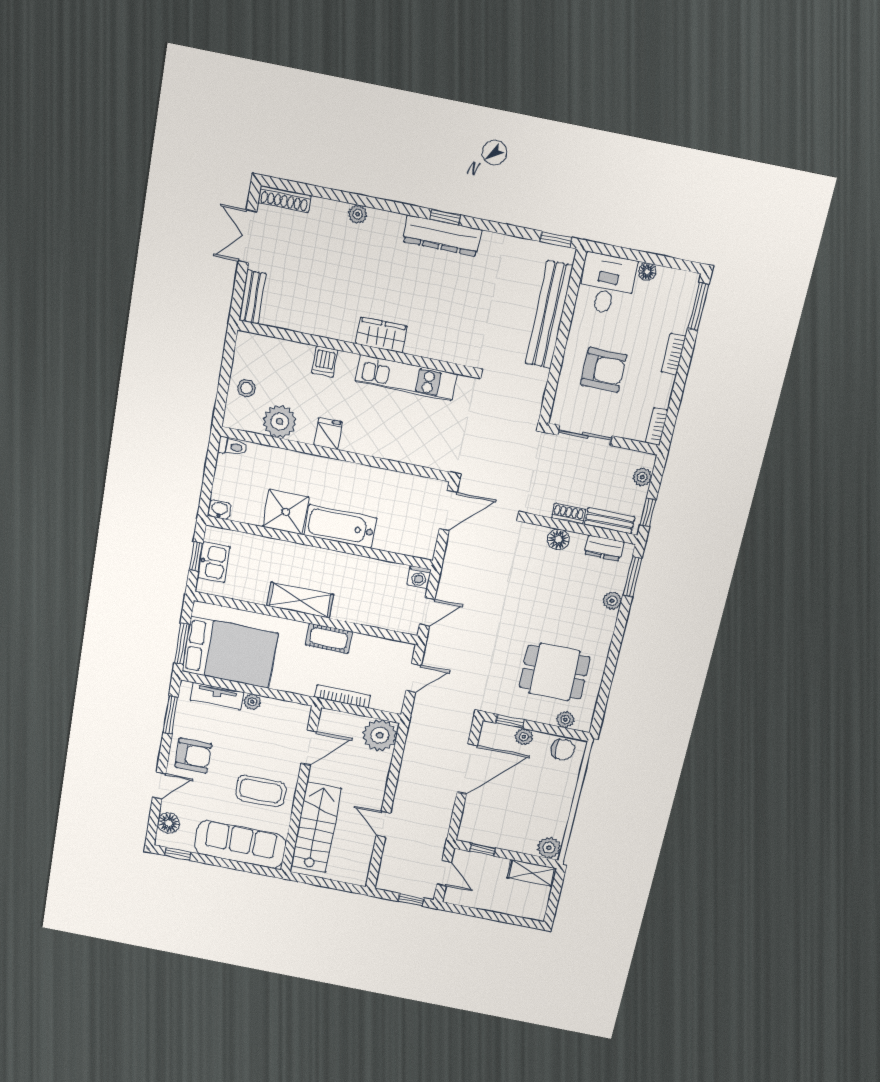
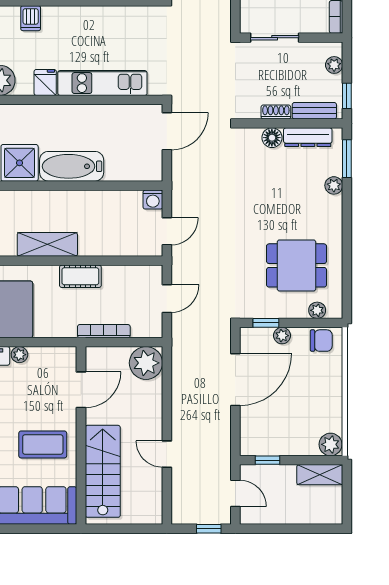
kitchen unit: (406, 378) -> (102, 83), moved, turned 180
dresser: (604, 548) -> (308, 137), width x1.44

